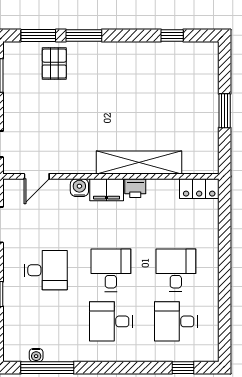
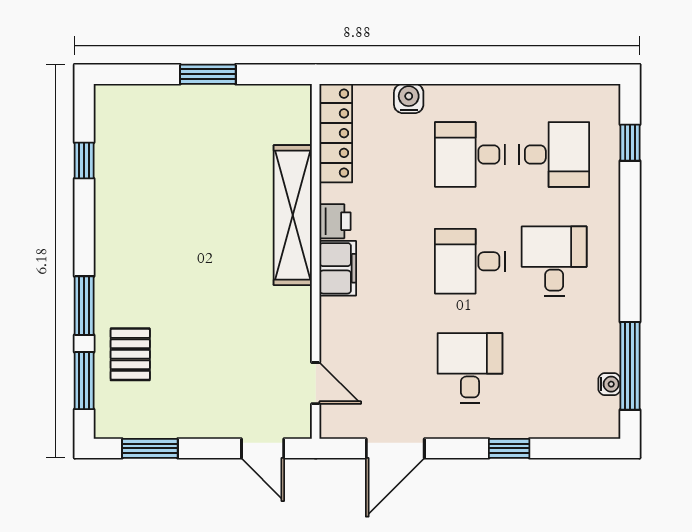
pallet: (54, 64) -> (130, 354), turned 90
water cooler: (79, 188) -> (409, 98), moved, turned 90
locker: (199, 189) -> (336, 133), width x1.53
desk: (111, 321) -> (554, 261), turned 180
desk: (176, 321) -> (554, 154), turned -90

